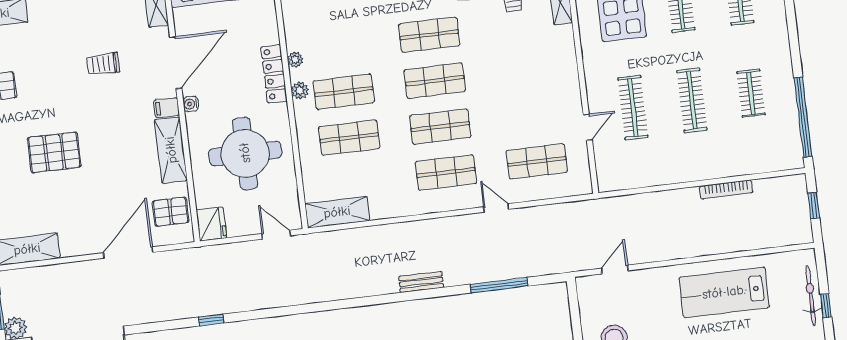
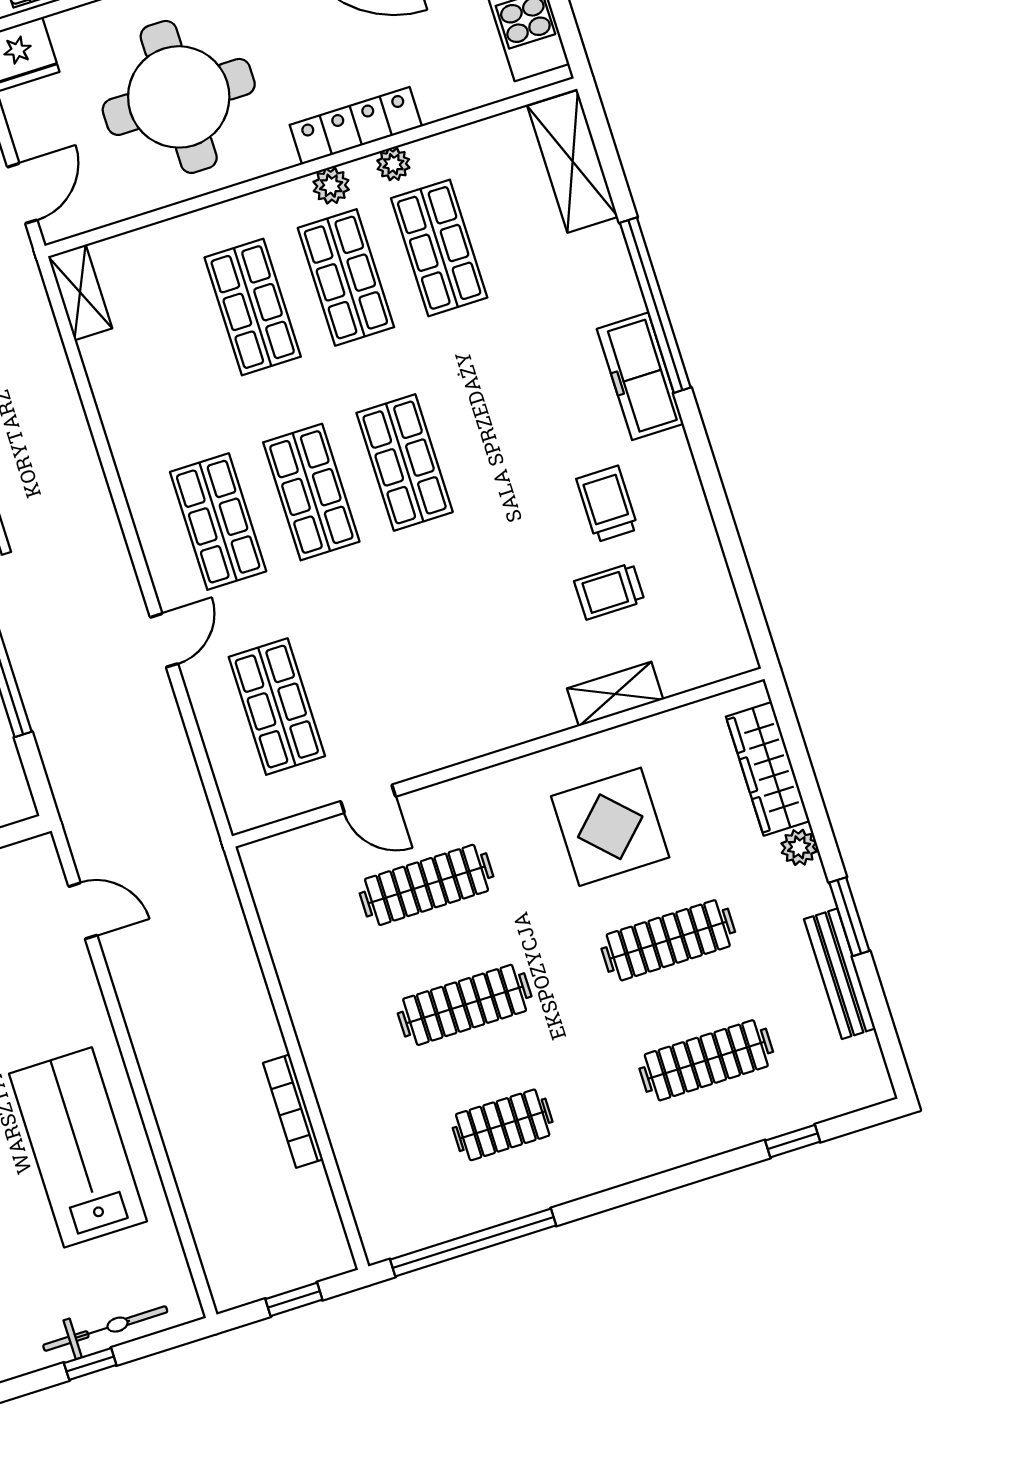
shop shelf: (429, 35) -> (439, 248), moved
shelving: (337, 212) -> (80, 292), width x0.67, depth x0.75

